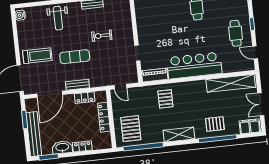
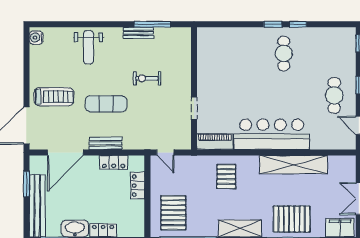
shelving: (231, 83) -> (293, 165), moved
locker: (104, 117) -> (138, 186), width x0.66
pallet: (215, 124) -> (292, 219), width x1.50, depth x1.42

